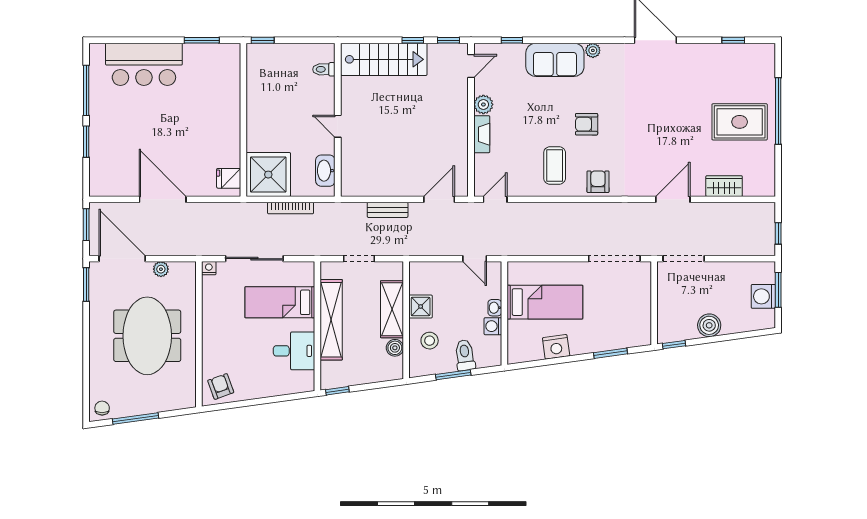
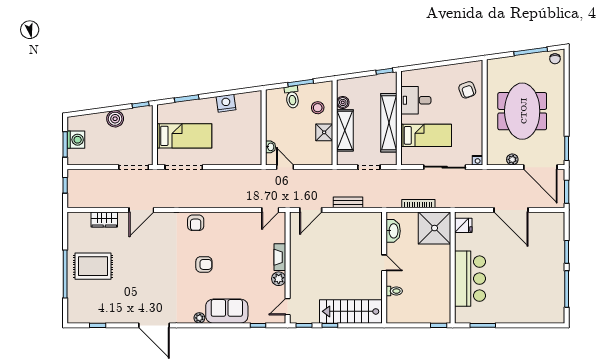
bar counter: (144, 64) -> (470, 279), moved, turned 90
toilet: (324, 69) -> (394, 291), moved
coffee table: (555, 165) -> (227, 235), removed
bed: (545, 302) -> (184, 136), moved, turned 180
washbasin: (495, 308) -> (270, 147), moved
washing machine: (493, 326) -> (272, 118), removed
armchair: (221, 386) -> (467, 90), moved

